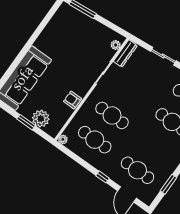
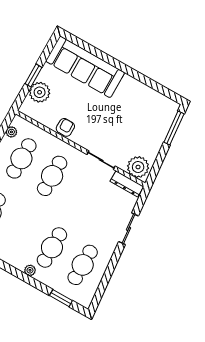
plant: (116, 45) -> (138, 167), width x1.88, depth x1.88
plant: (63, 139) -> (11, 132), moved

